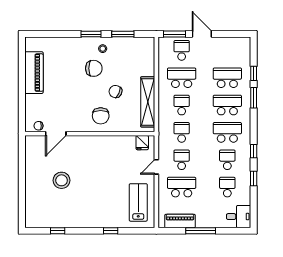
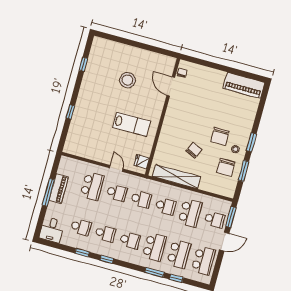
school desk: (227, 50) -> (203, 260), added
piano: (34, 73) -> (244, 85), moved
chair: (101, 116) -> (226, 167), moved, turned -90
school desk: (227, 132) -> (130, 240), width x0.54
lab bench: (138, 202) -> (132, 124), moved
piano: (180, 221) -> (59, 189), moved

